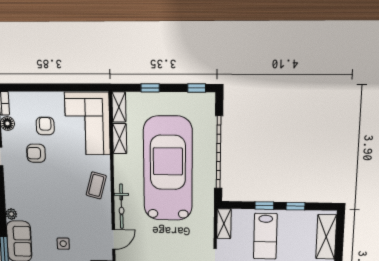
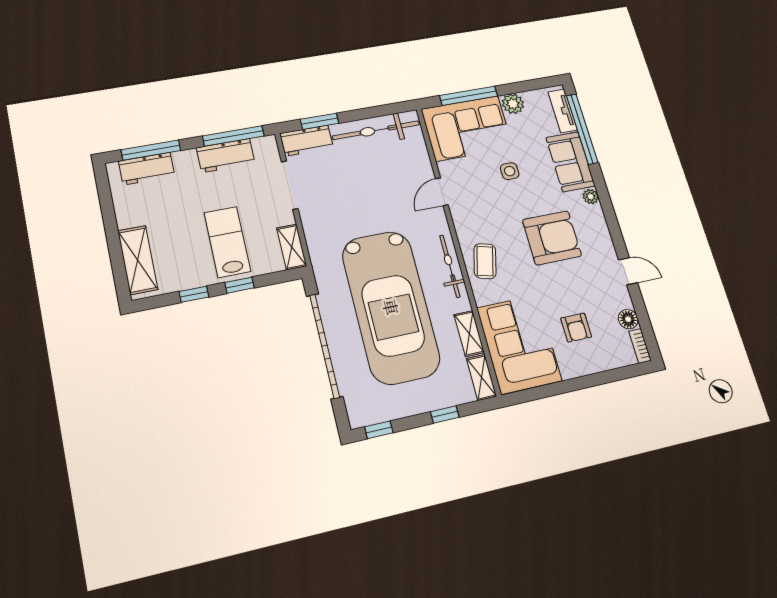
armchair: (36, 153) -> (552, 238), moved, width x1.88, depth x1.88
bicycle: (121, 206) -> (450, 266), moved

